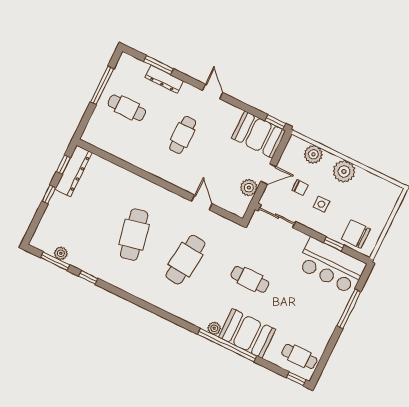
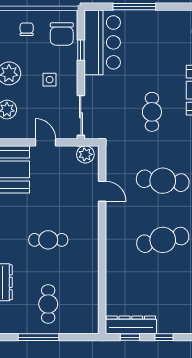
plant: (249, 188) -> (85, 154), moved
chair: (300, 188) -> (27, 29), moved
door: (202, 203) -> (102, 191), swing flipped

